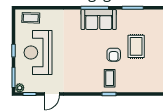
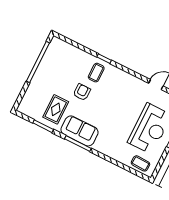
rug: (136, 46) -> (56, 109), moved

